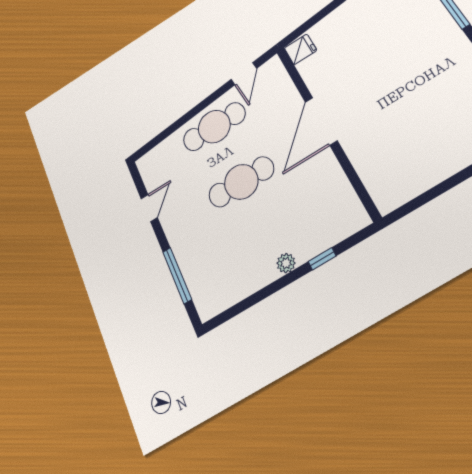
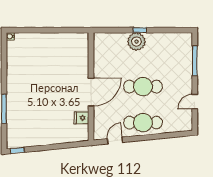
fridge: (300, 49) -> (81, 118), moved
window: (322, 259) -> (140, 30), moved
plant: (286, 263) -> (136, 42), width x1.88, depth x1.88

